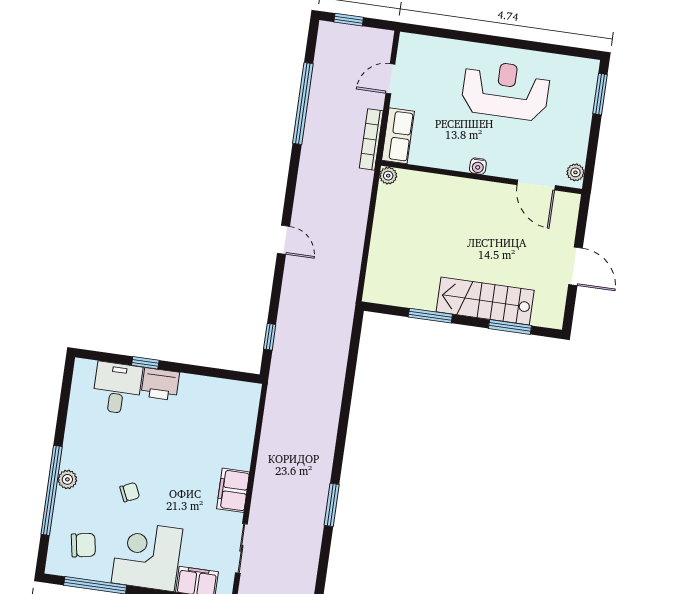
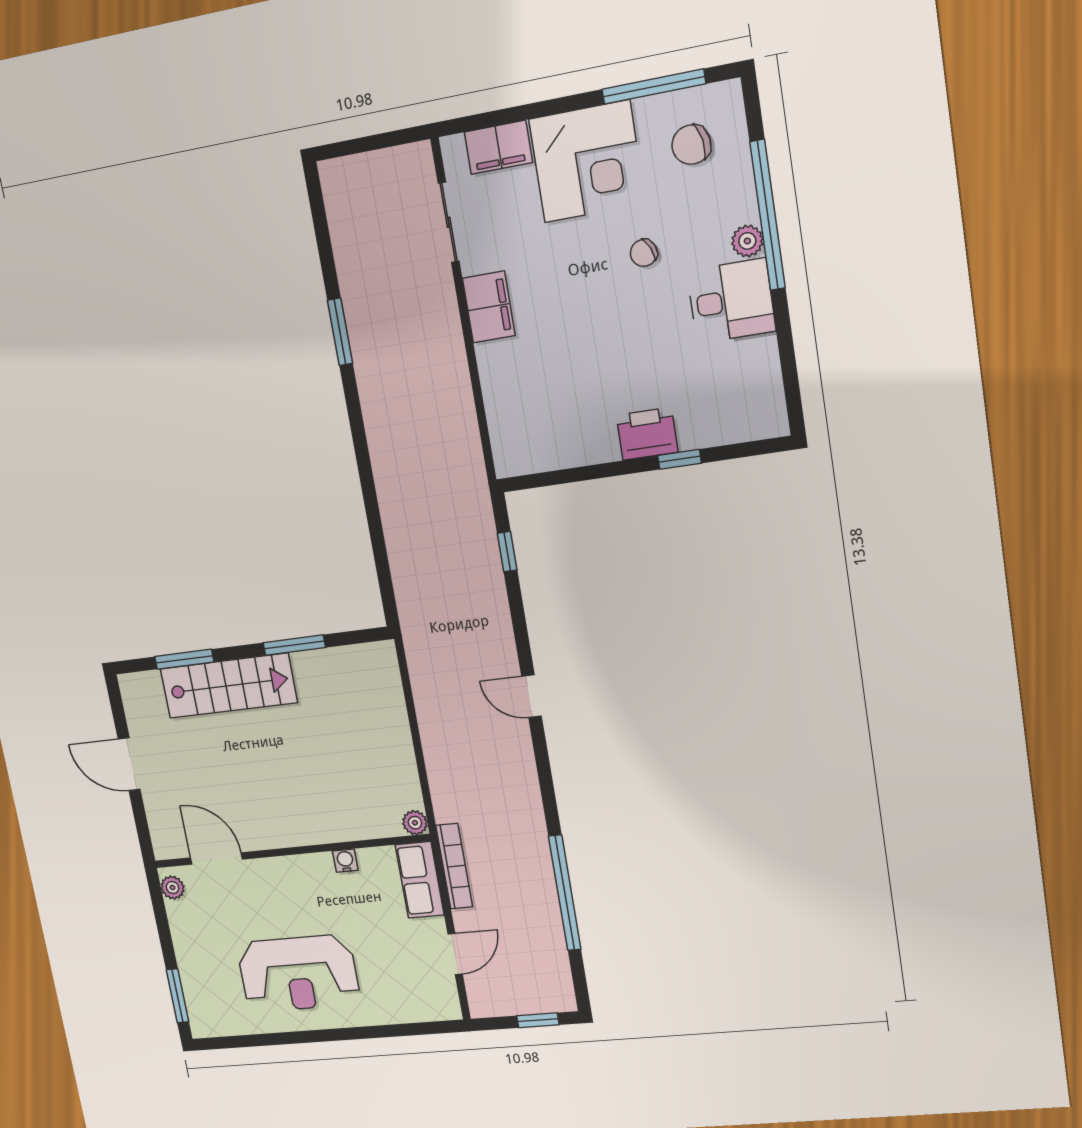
water cooler: (478, 166) -> (345, 861), moved
desk: (117, 388) -> (731, 301), moved, turned -90

